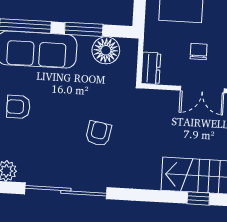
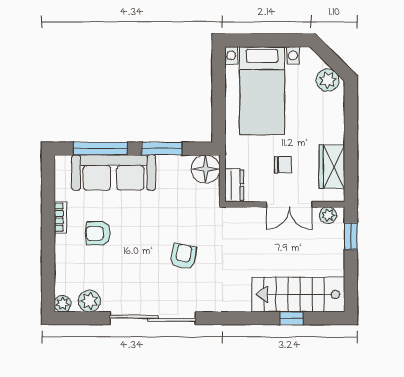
floor lamp: (106, 50) -> (205, 169), moved
chair: (199, 51) -> (283, 165), turned 90

